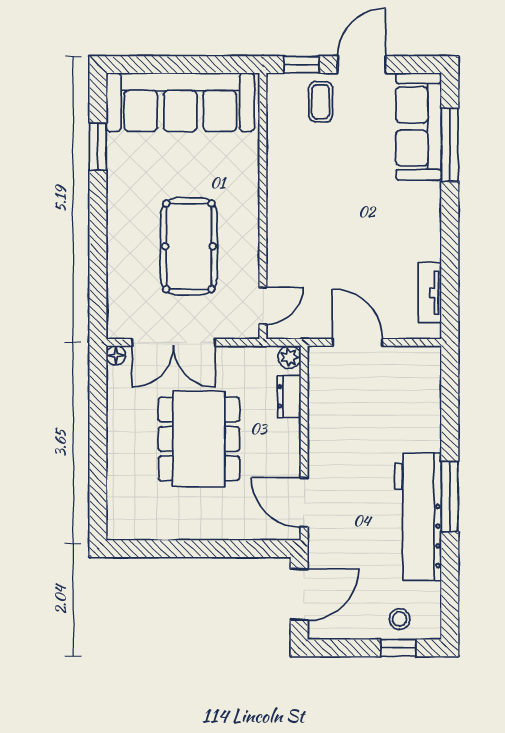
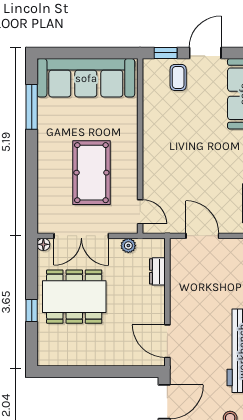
window: (98, 146) -> (32, 107), width x1.44
door: (263, 306) -> (140, 212), hinge flipped
plant: (290, 357) -> (128, 246), moved
dining table: (199, 439) -> (74, 297), moved, turned 90
window: (98, 456) -> (32, 311), added

